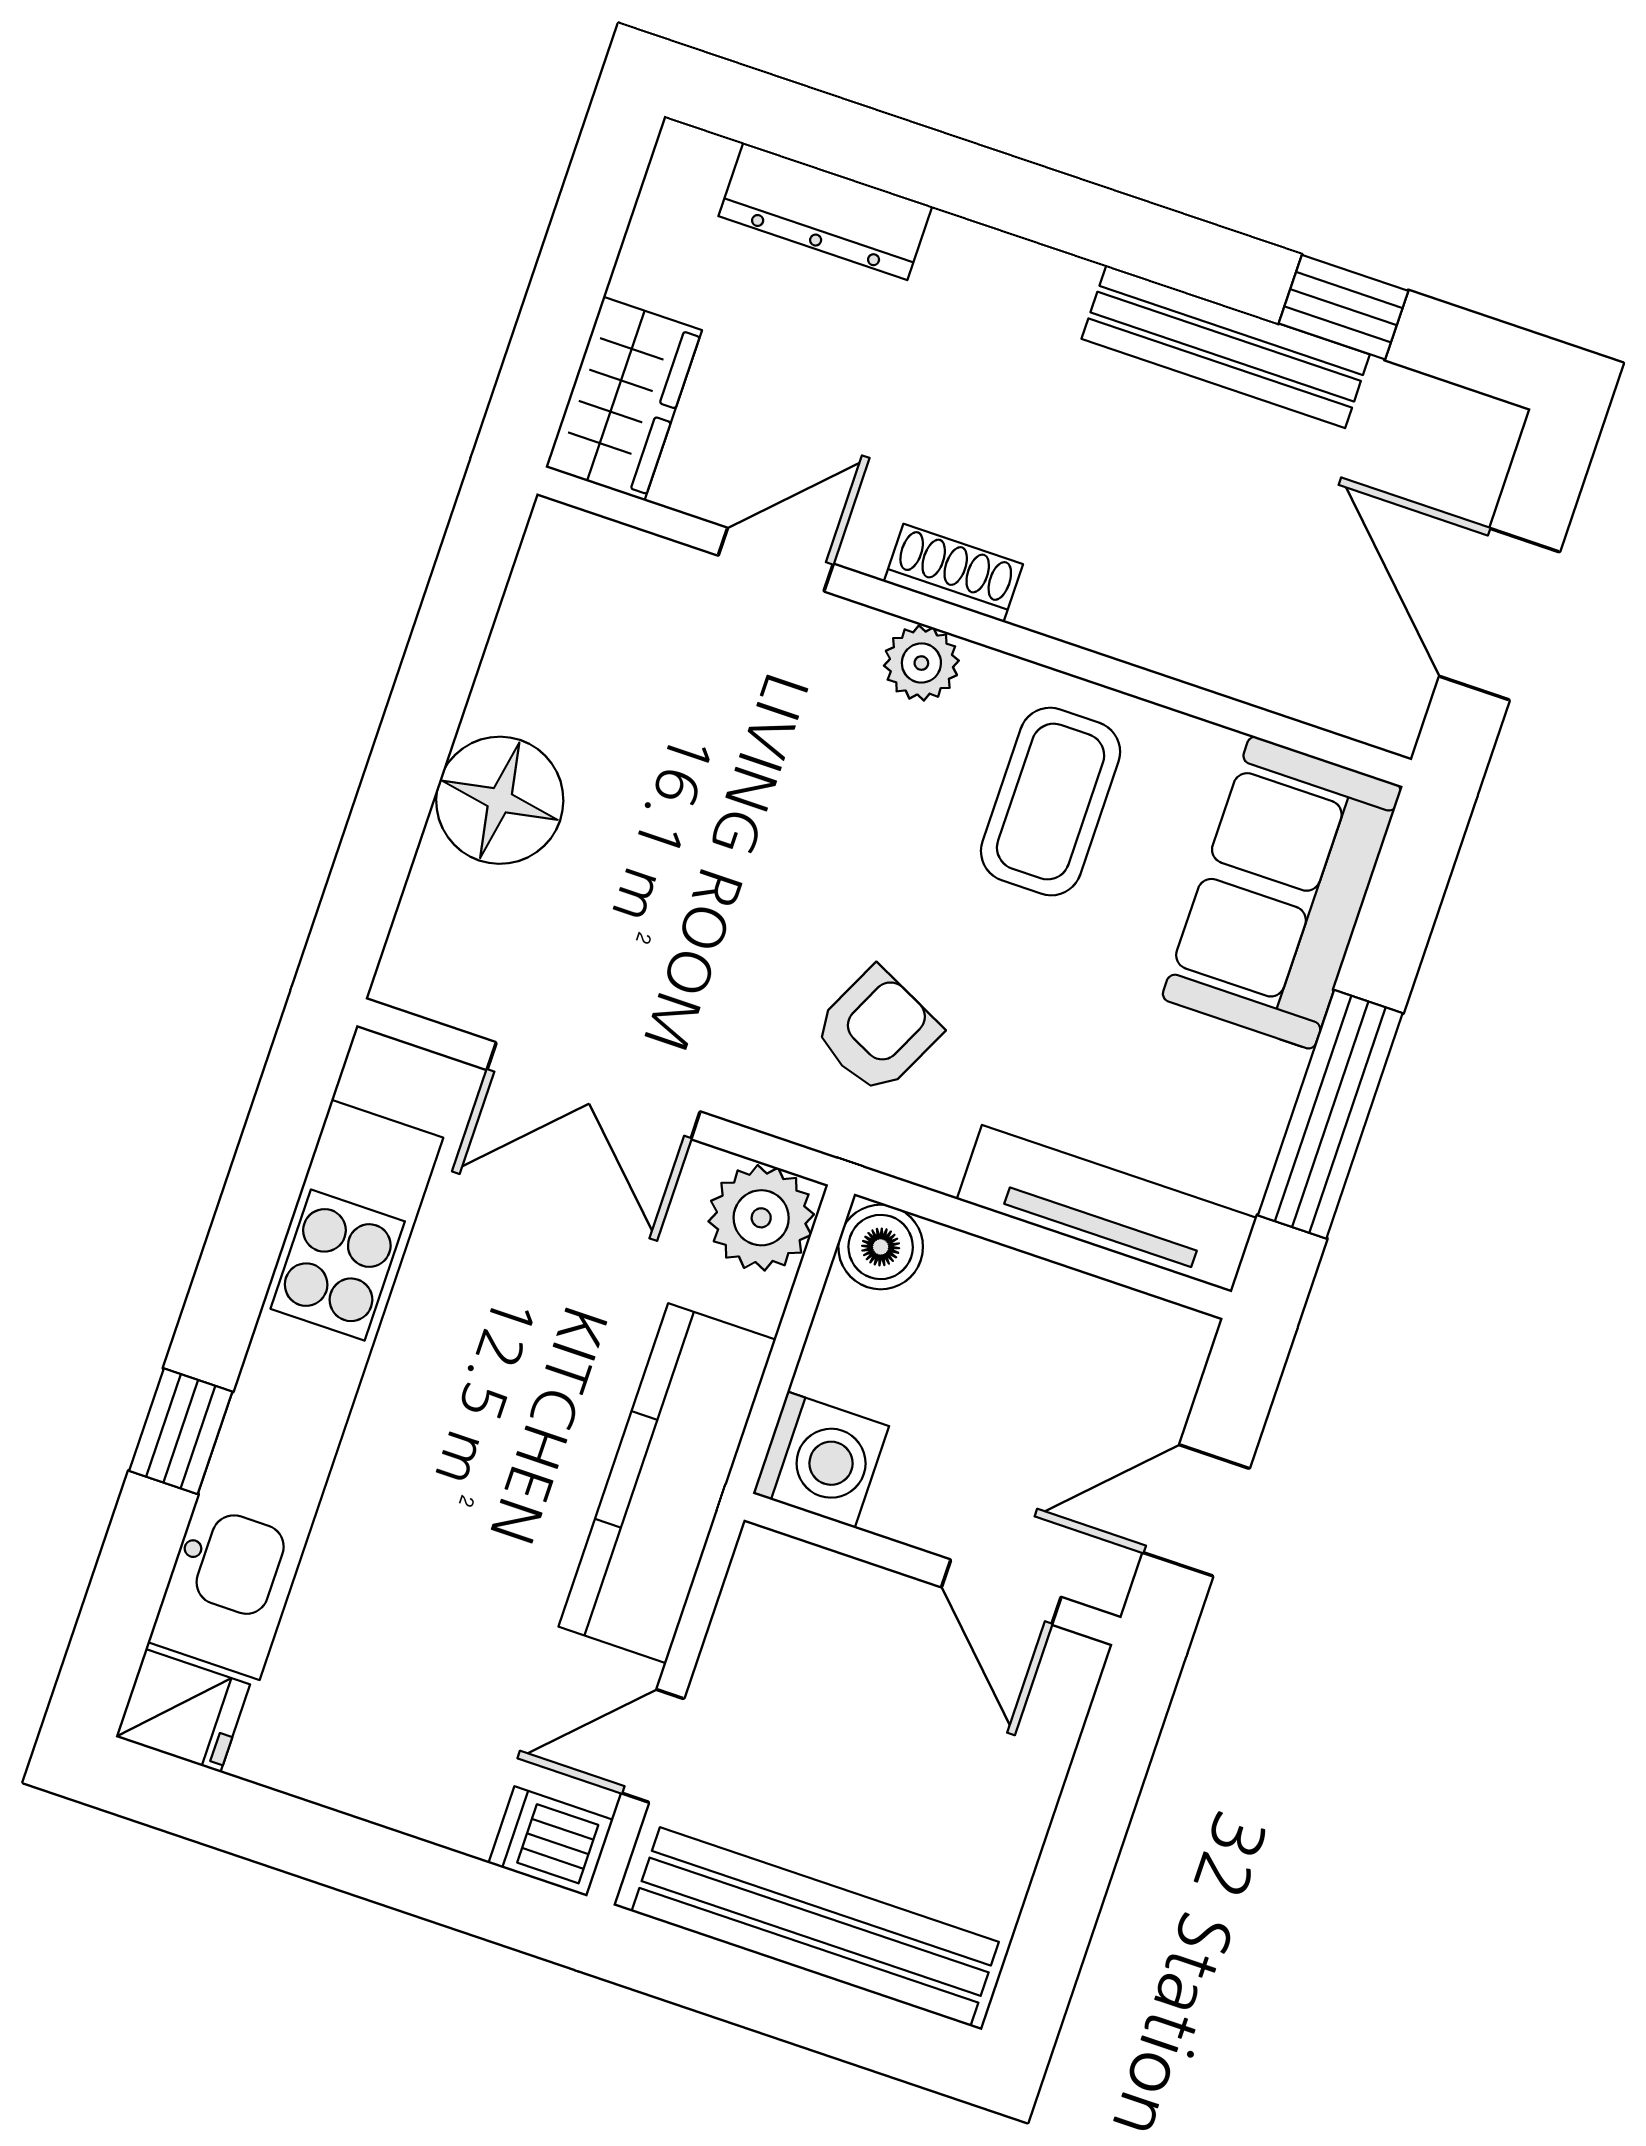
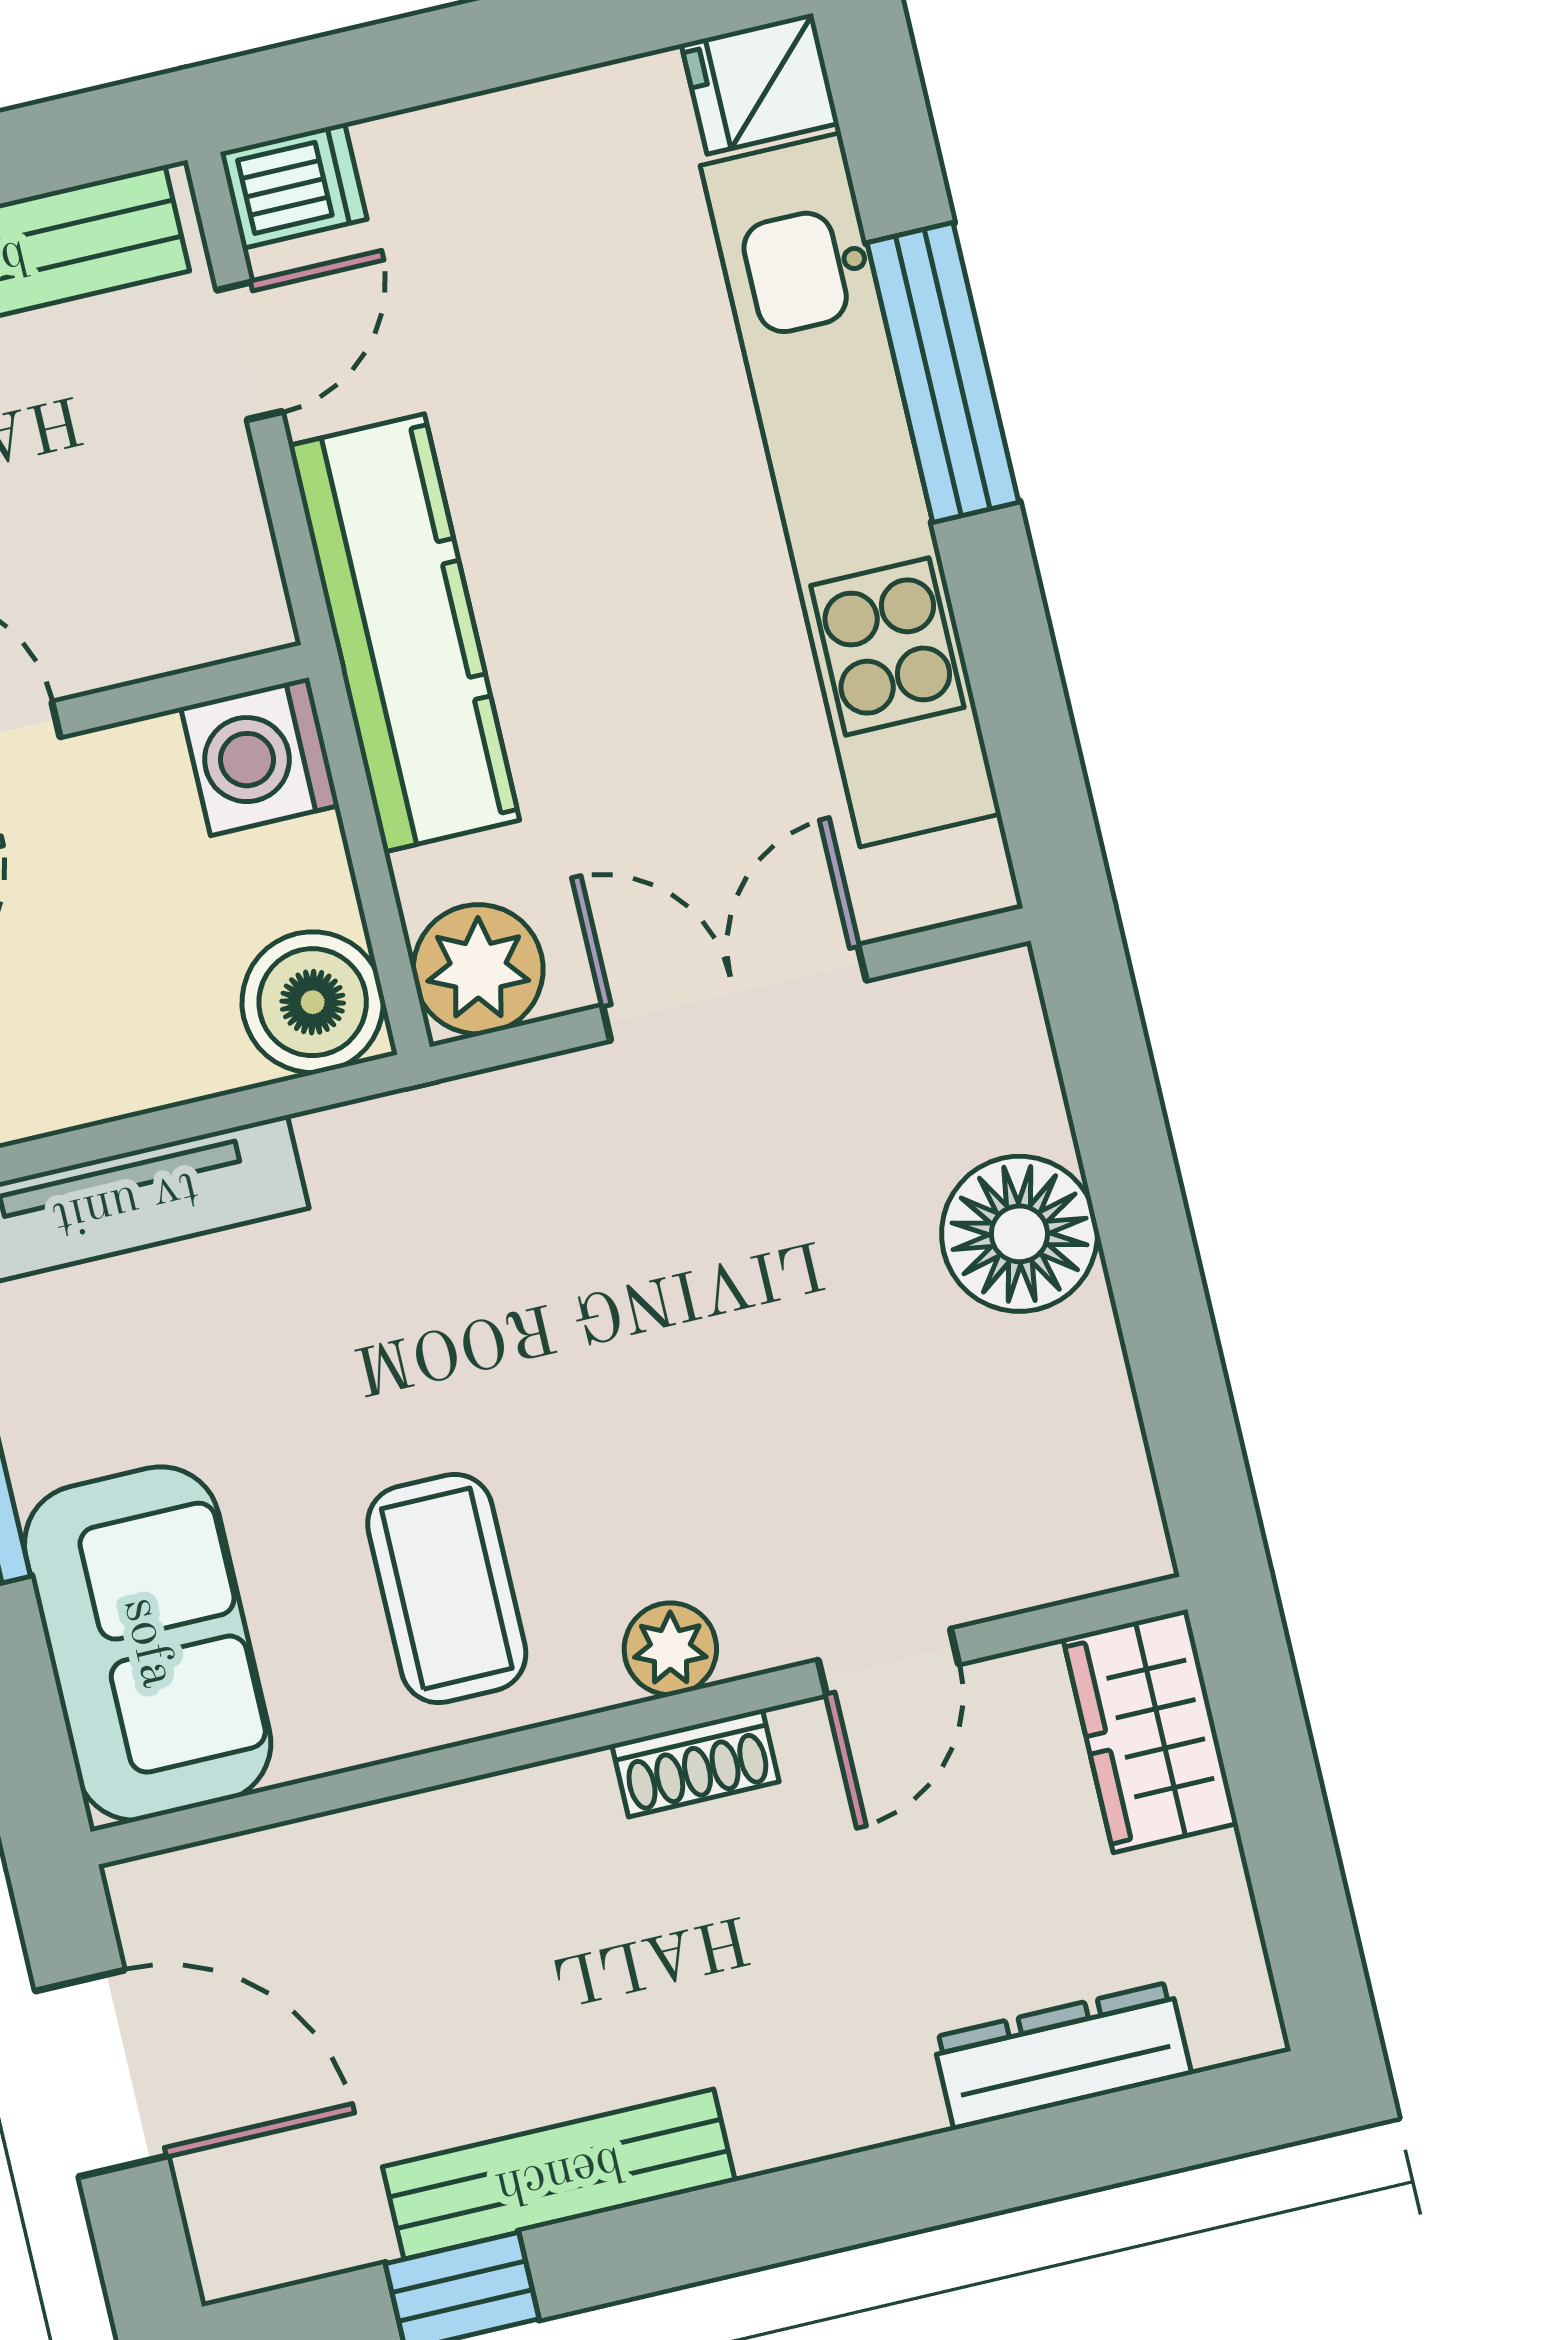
armchair: (877, 1031) -> (479, 1238), removed
boiler: (881, 1247) -> (313, 1002), width x1.36, depth x1.36
window: (181, 1431) -> (943, 373), width x2.17

